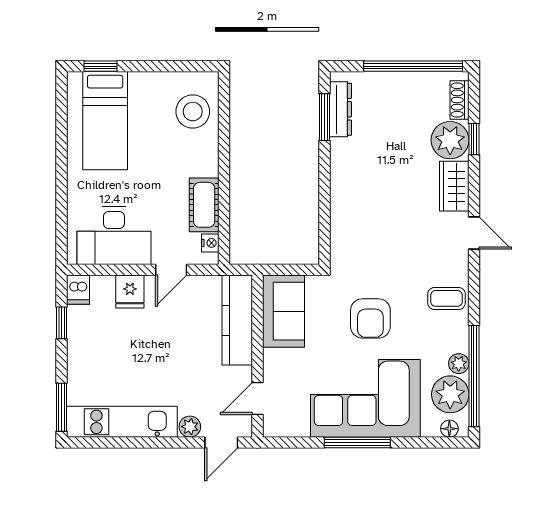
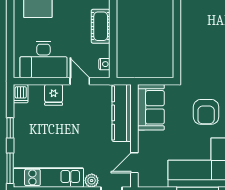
cot: (204, 205) -> (101, 26), moved
door: (171, 270) -> (80, 81), swing flipped
window: (61, 323) -> (10, 128), moved

